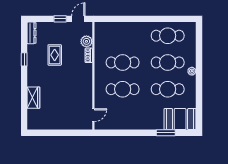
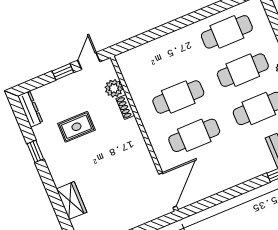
rug: (55, 55) -> (76, 127), turned 90
door: (93, 115) -> (168, 190), width x1.88

